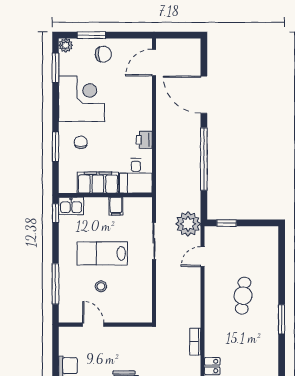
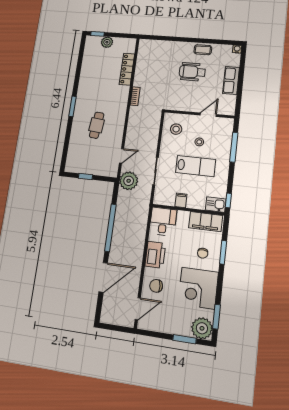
plant: (66, 45) -> (202, 328), width x1.87, depth x1.87
chair: (103, 54) -> (156, 286), moved
door: (204, 95) -> (103, 277), hinge flipped
printer: (144, 140) -> (155, 255), width x1.87, depth x1.48
filing cabinet: (98, 183) -> (206, 222), moved
window: (227, 223) -> (86, 177), moved
stool: (134, 301) -> (176, 129), added
door: (93, 325) -> (208, 115), swing flipped

